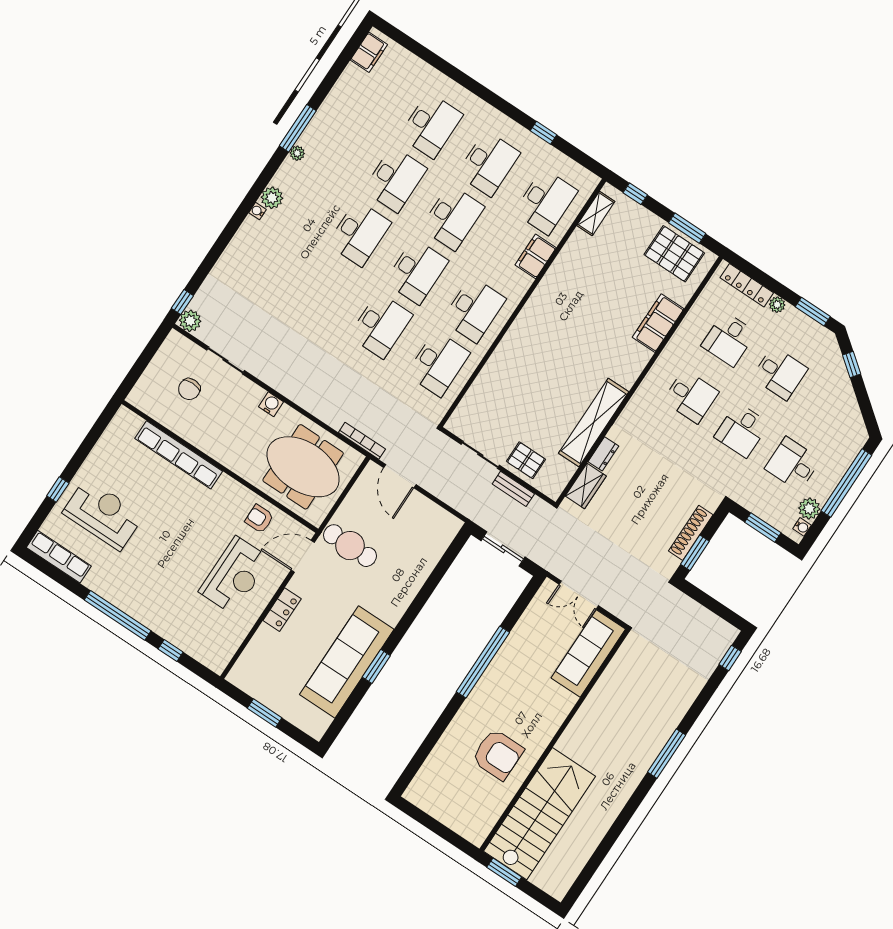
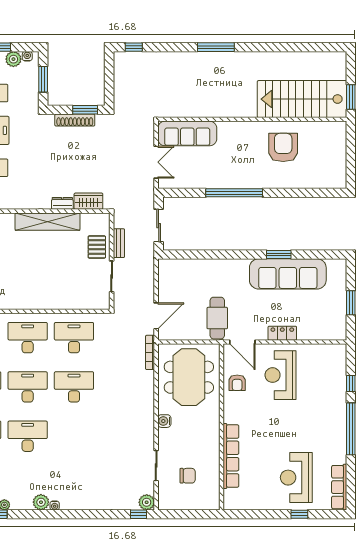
reception desk: (235, 575) -> (281, 375), turned -90

